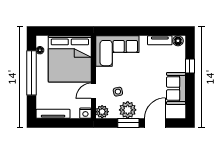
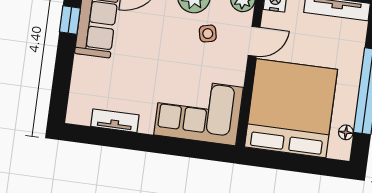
floor lamp: (178, 41) -> (80, 115), removed
window: (190, 66) -> (70, 20), moved

